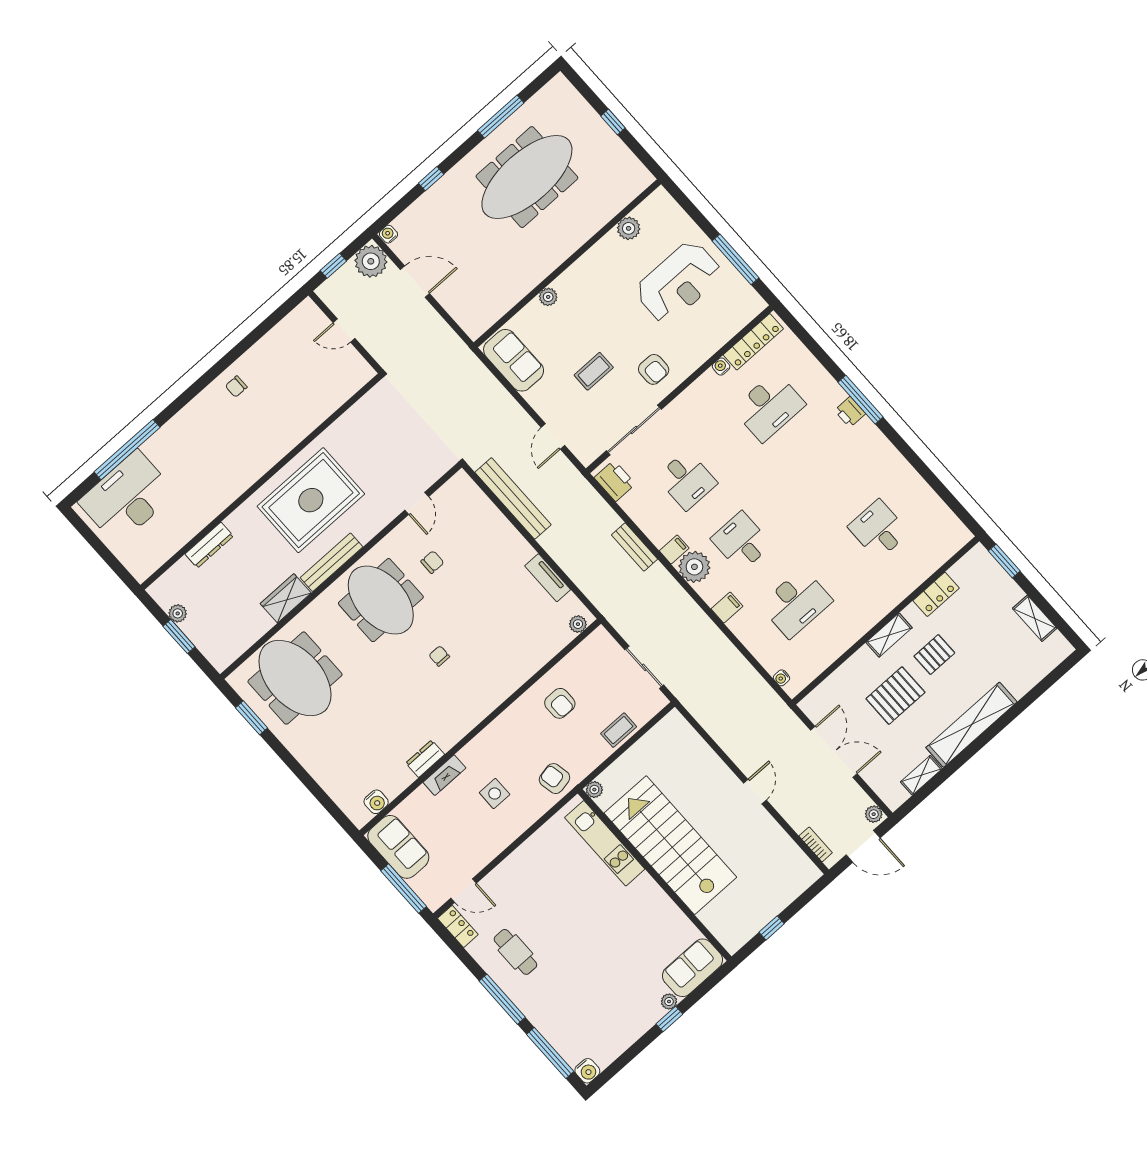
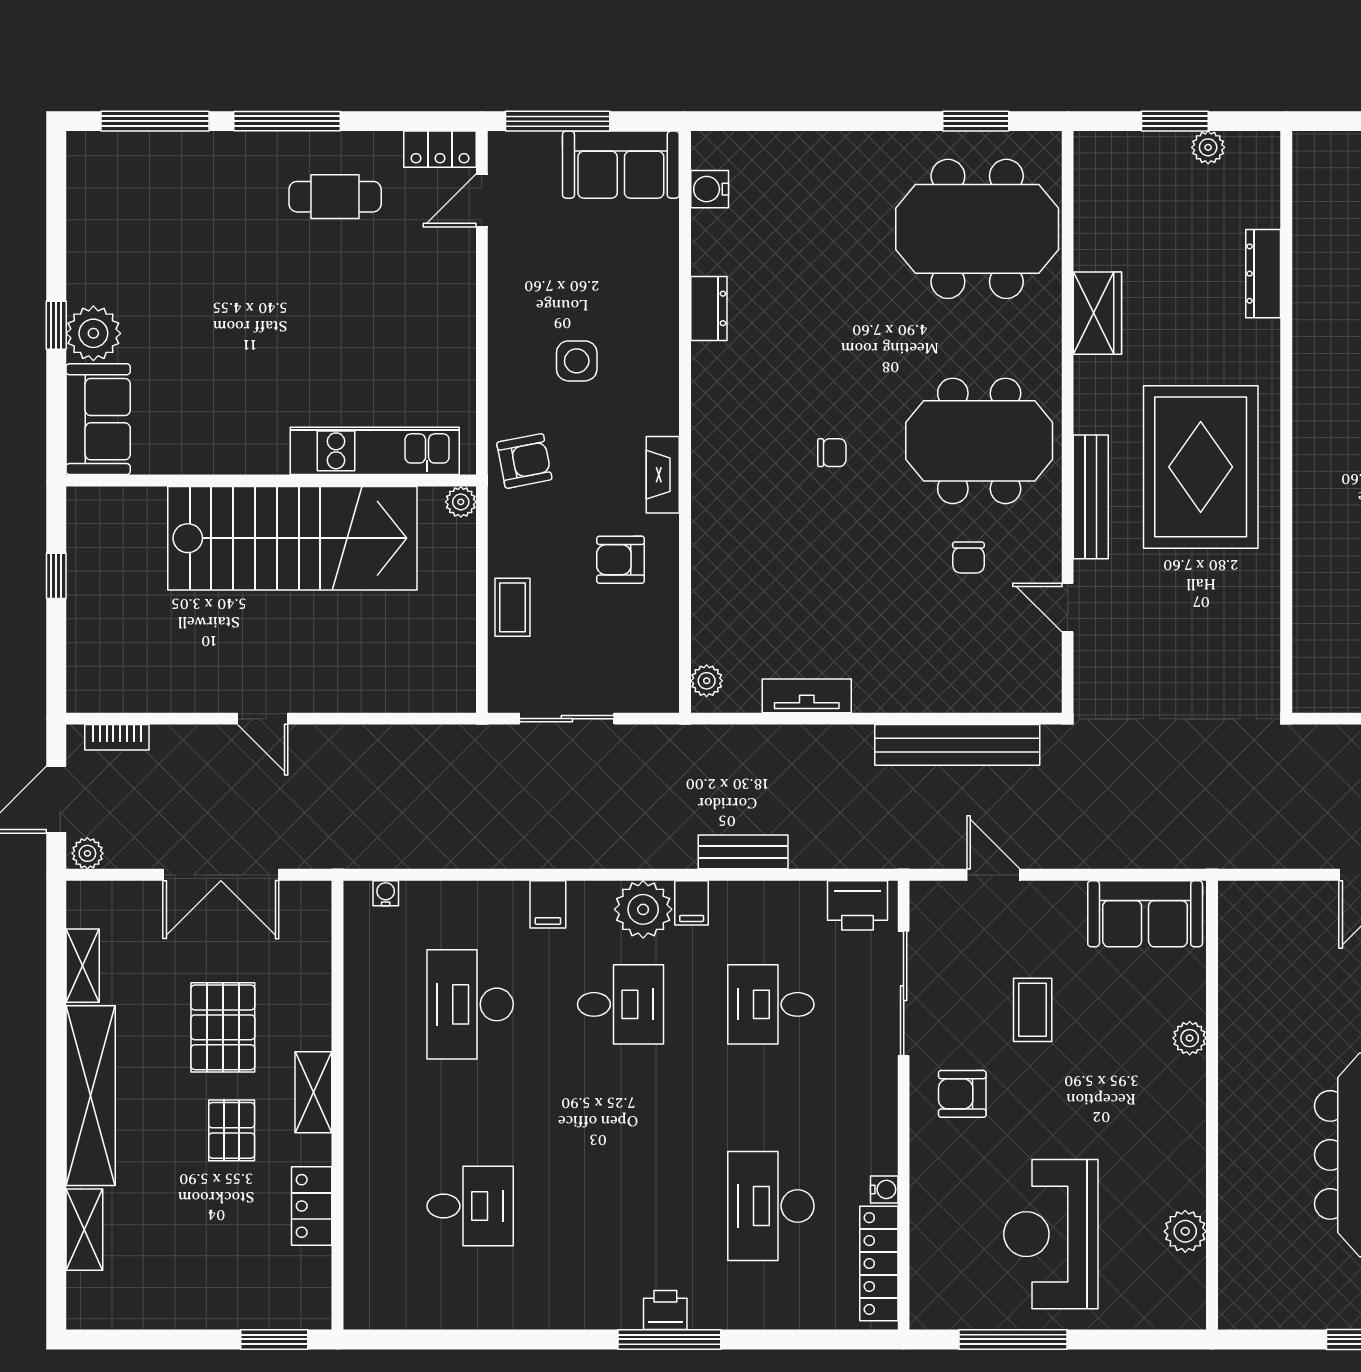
bench: (331, 562) -> (1091, 497), moved
shelving: (1035, 618) -> (84, 1230), moved, turned 90
fireplace: (445, 775) -> (663, 475), moved
plant: (669, 1002) -> (93, 333), width x1.88, depth x1.88
water cooler: (587, 1071) -> (85, 150), removed

